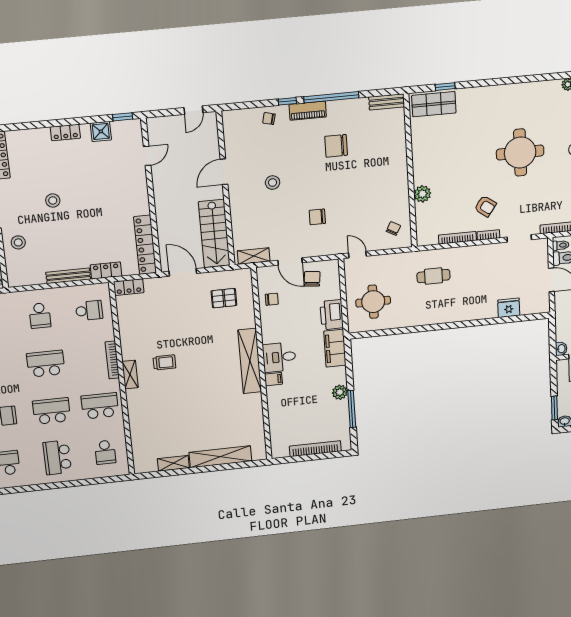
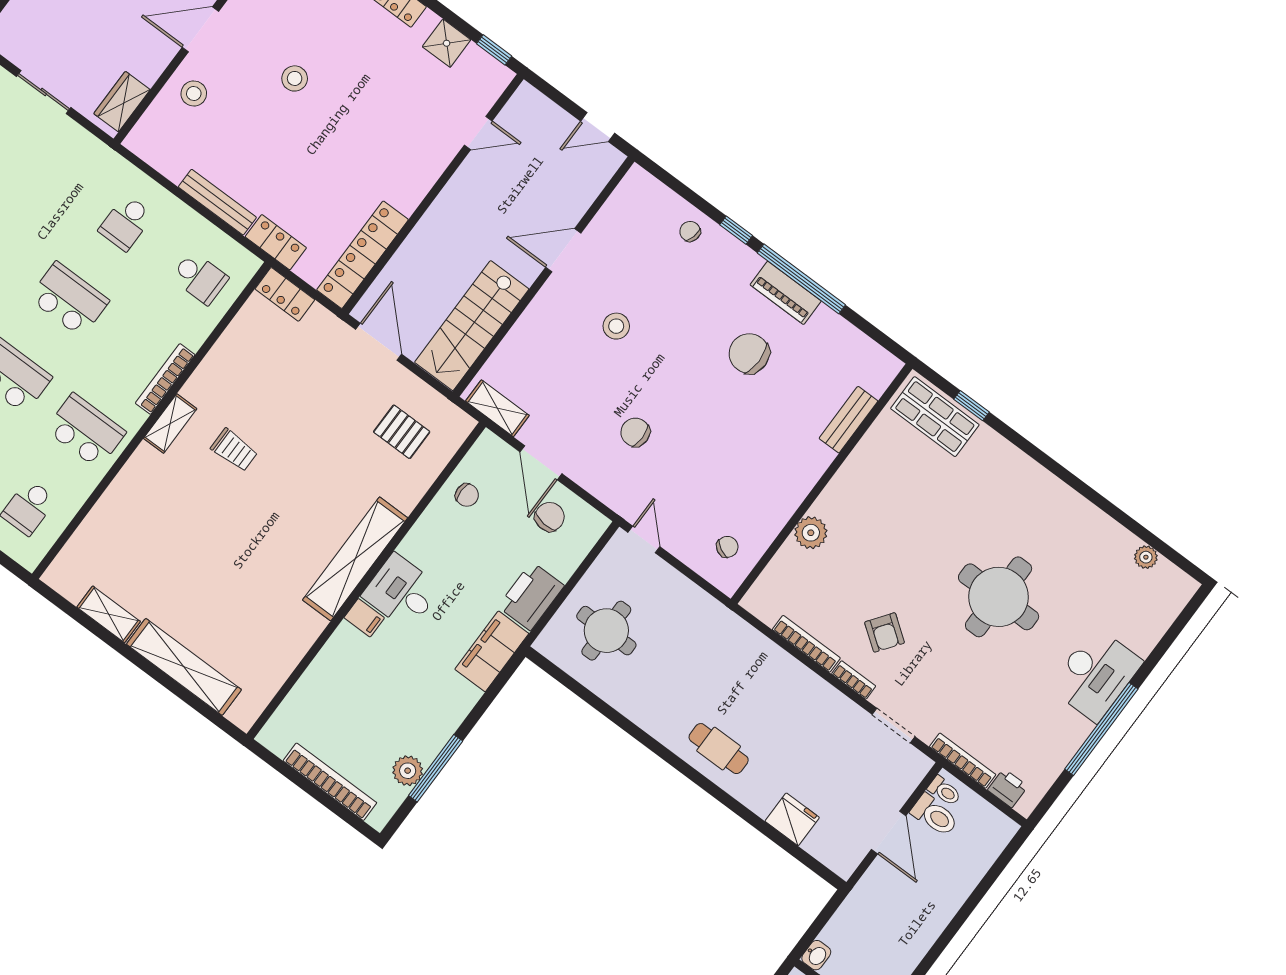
bench: (387, 102) -> (848, 420), moved, turned 90
piano: (308, 111) -> (786, 293), moved
cafe table: (433, 276) -> (719, 749), moved
plant: (340, 392) -> (408, 771), moved

